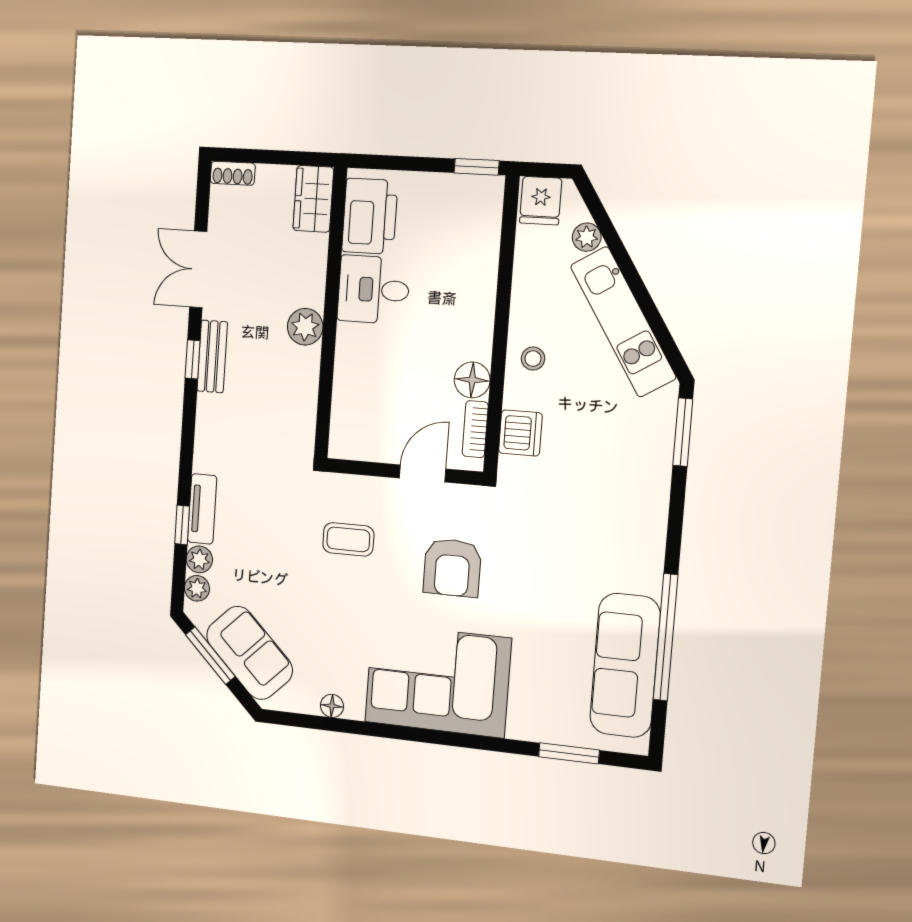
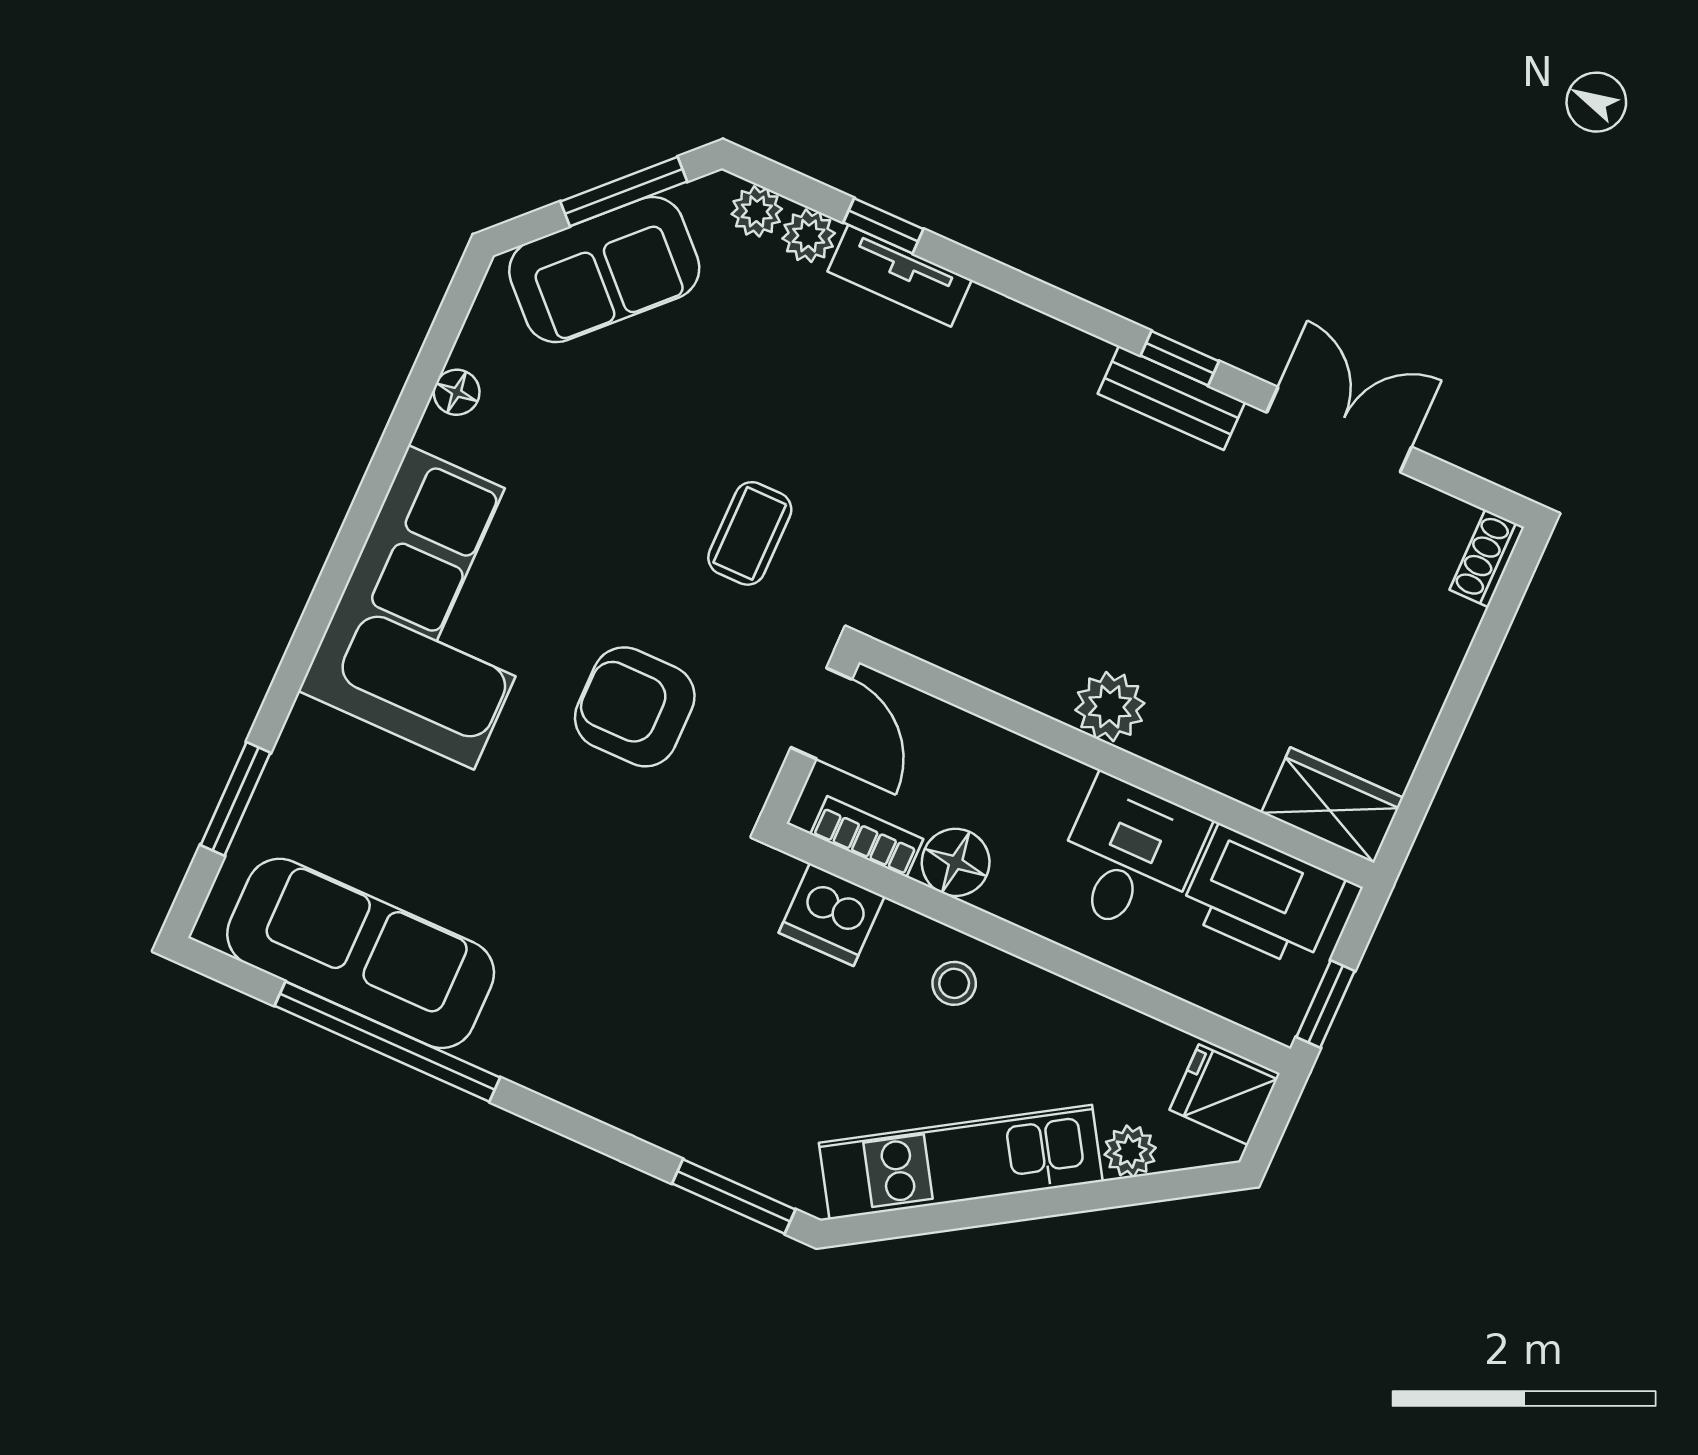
wardrobe: (313, 199) -> (1332, 805), moved
printer: (370, 216) -> (1262, 897), moved
desk: (374, 290) -> (1129, 856), moved
wall: (331, 313) -> (1117, 762), moved
plant: (305, 327) -> (1110, 707), moved

